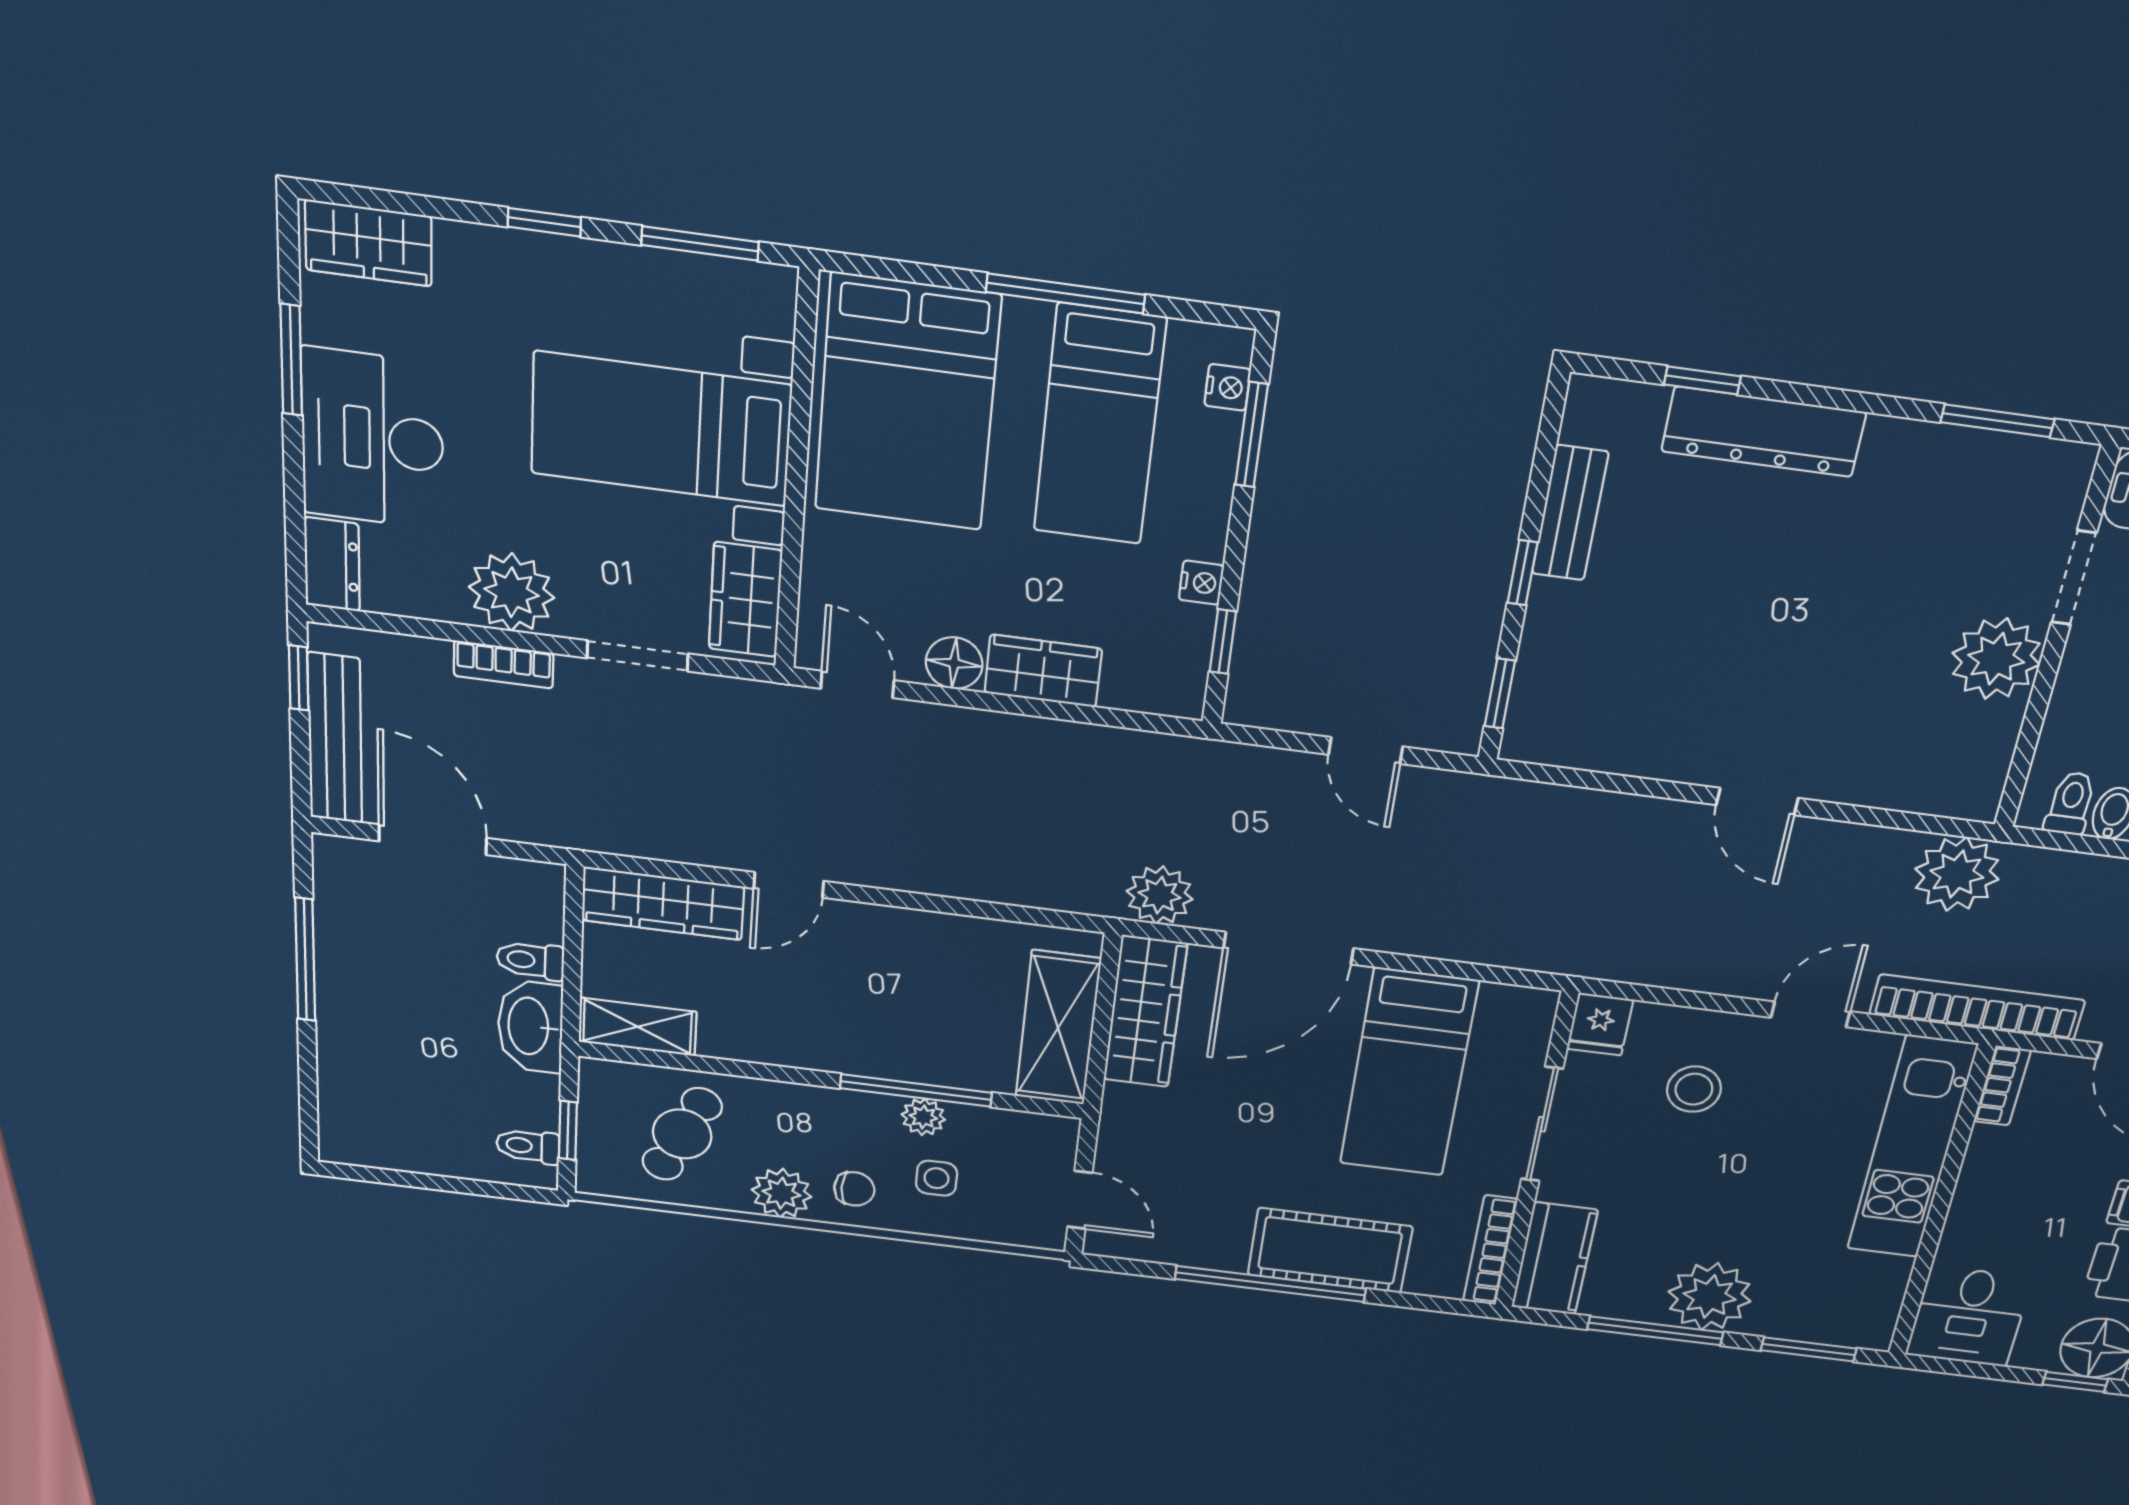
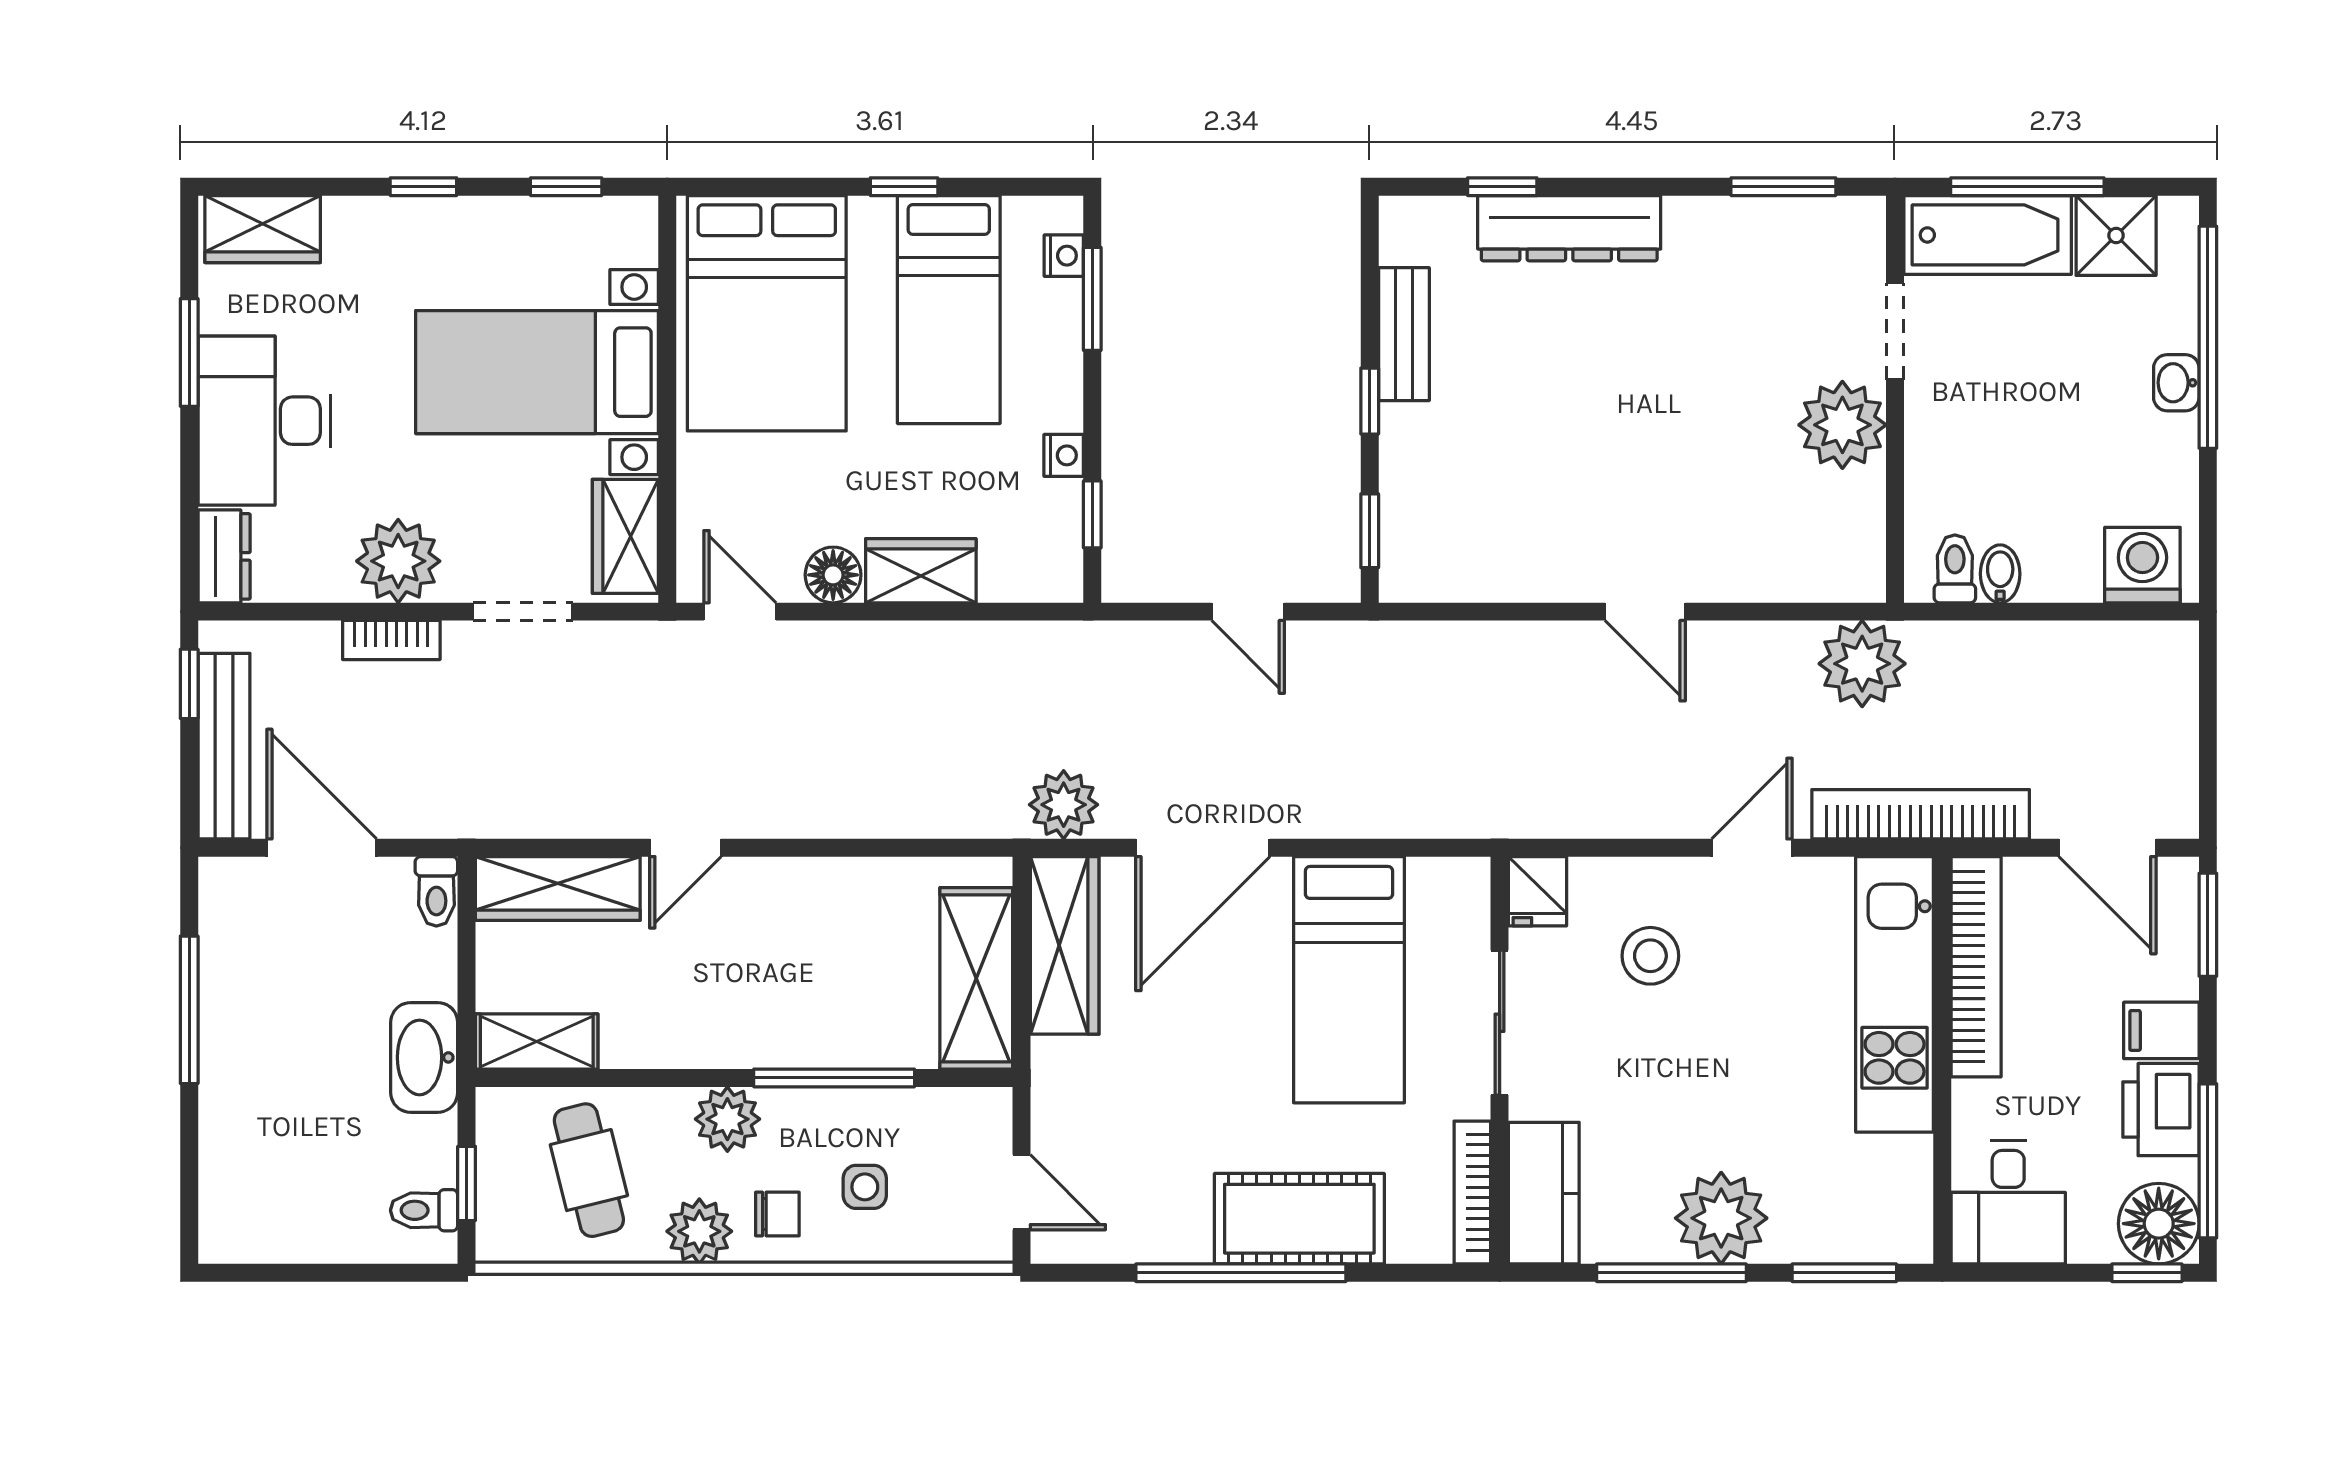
window: (700, 243) -> (566, 187), width x0.67
window: (1065, 293) -> (904, 187), width x0.46
toilet: (530, 960) -> (436, 891), moved, turned -90
bookcase: (2002, 1086) -> (1976, 967), width x2.31, depth x1.31
plant: (923, 1117) -> (727, 1119), moved, width x1.38, depth x1.38
cafe table: (682, 1134) -> (589, 1170), turned -39

